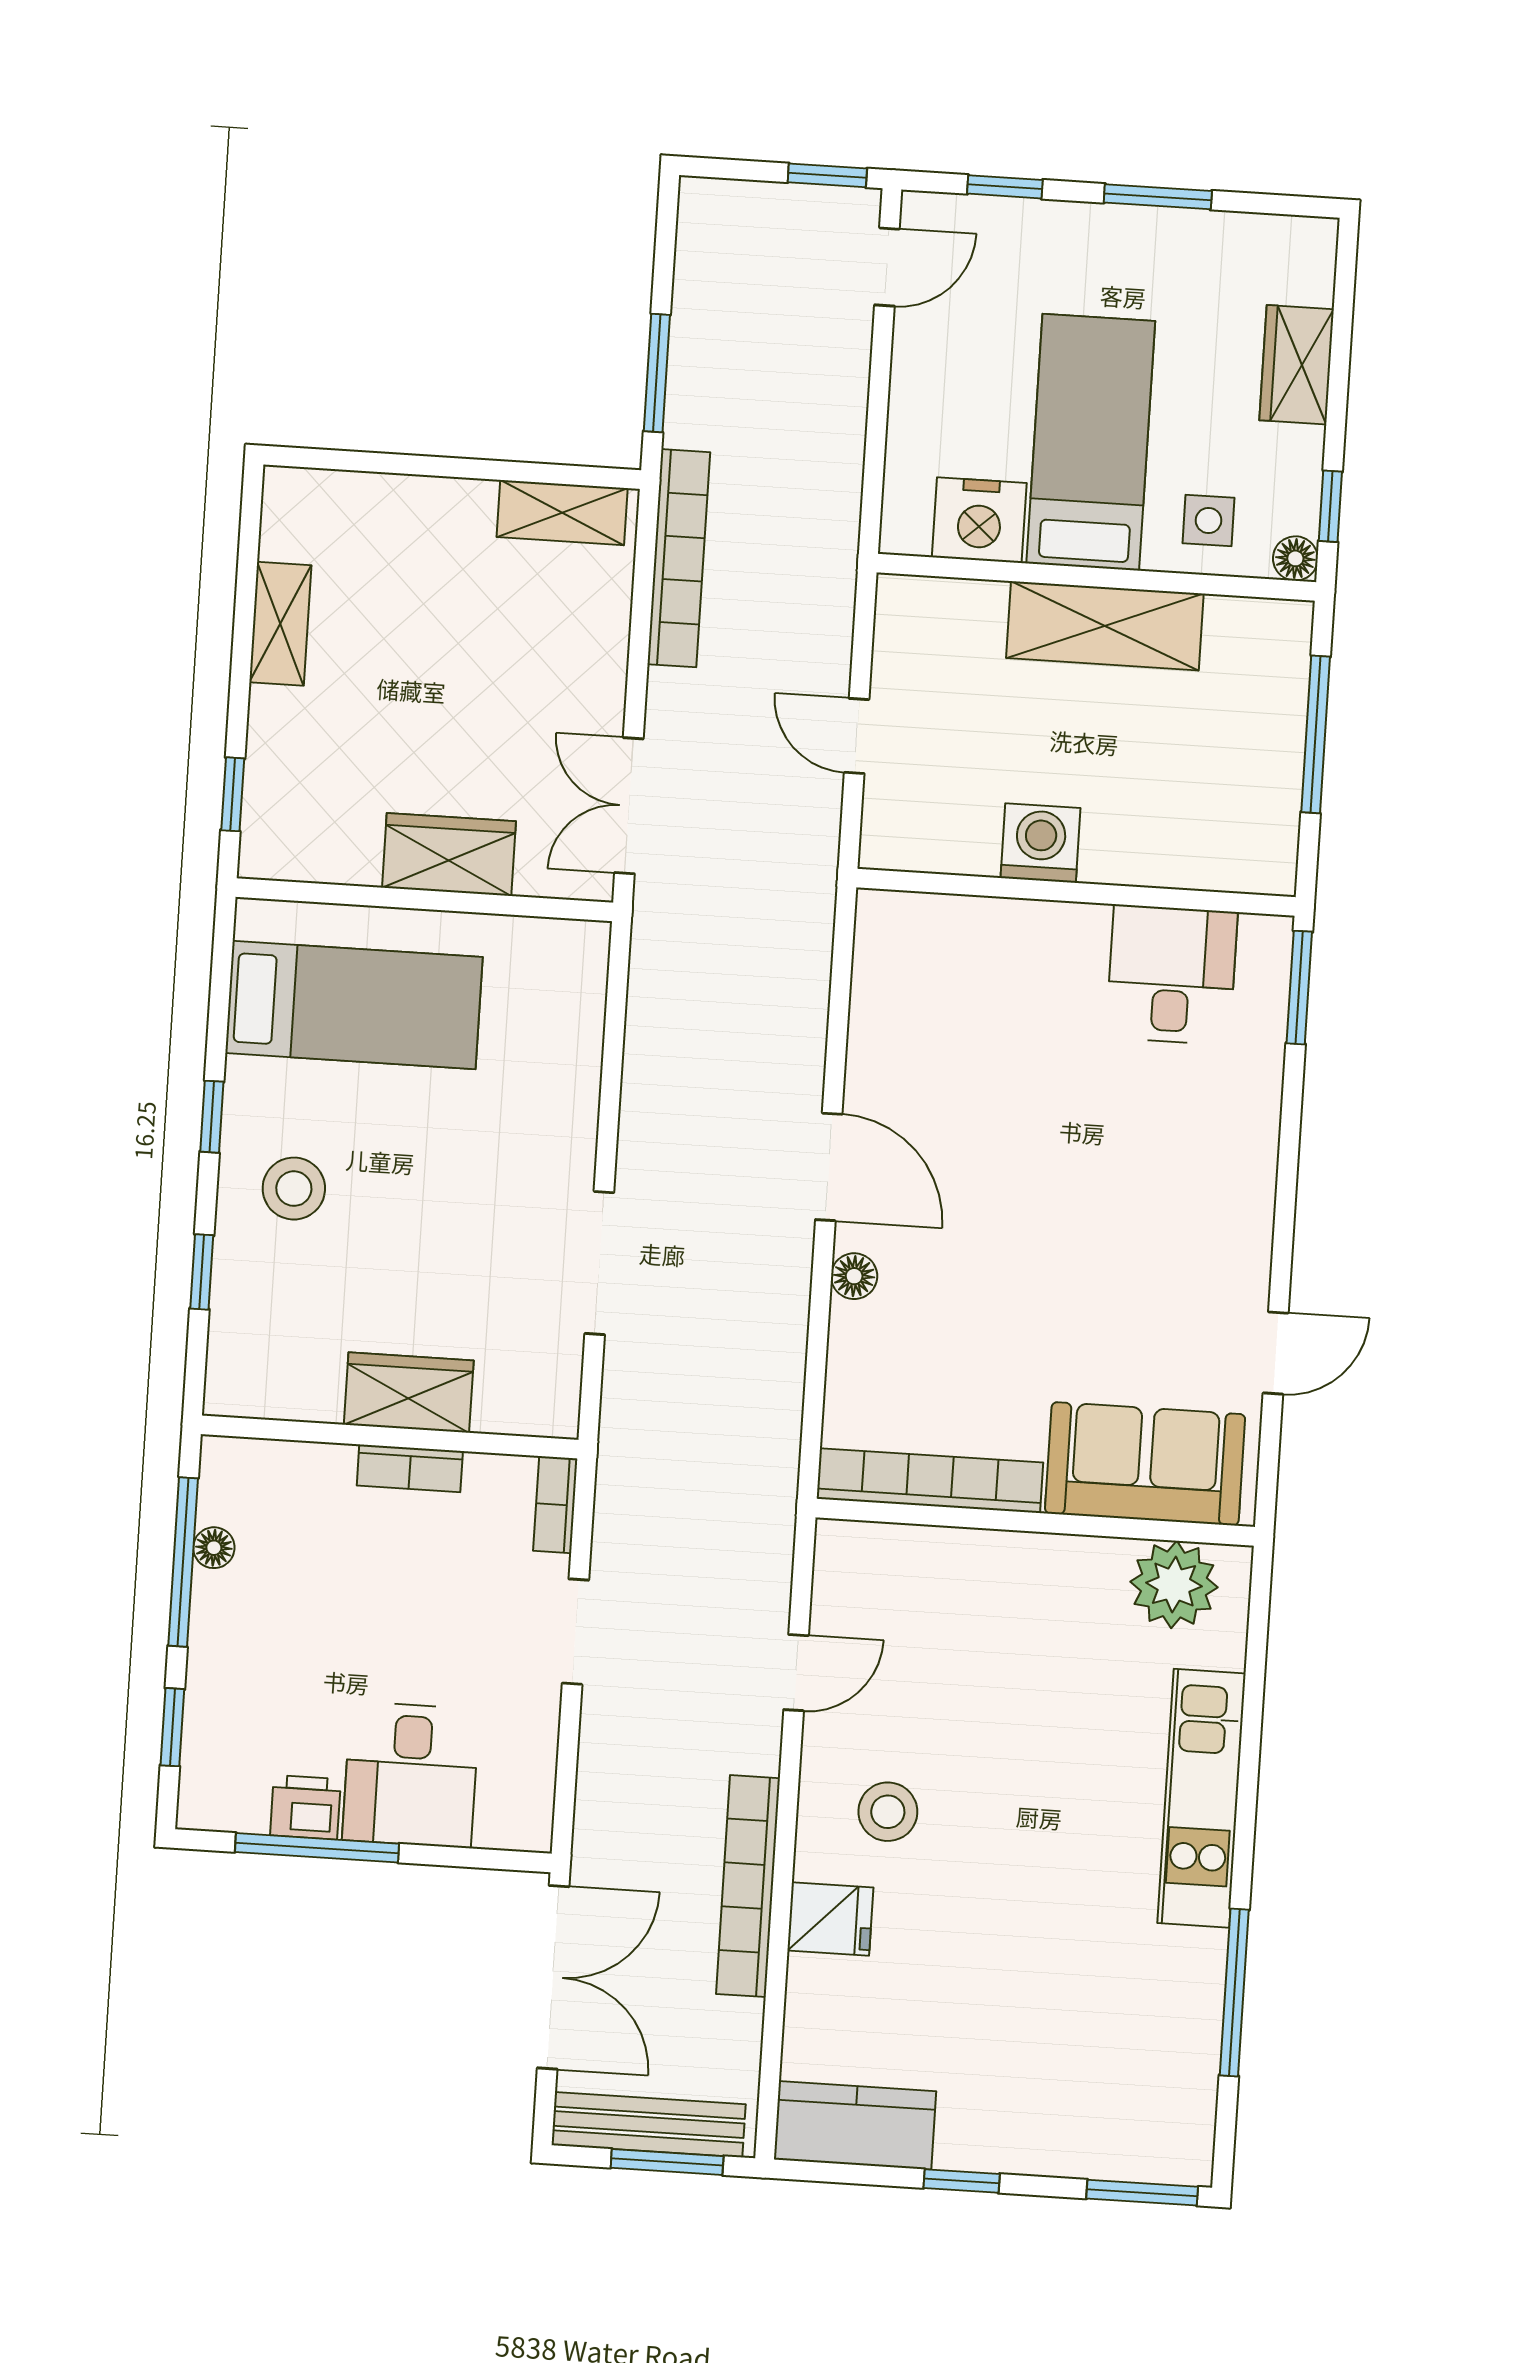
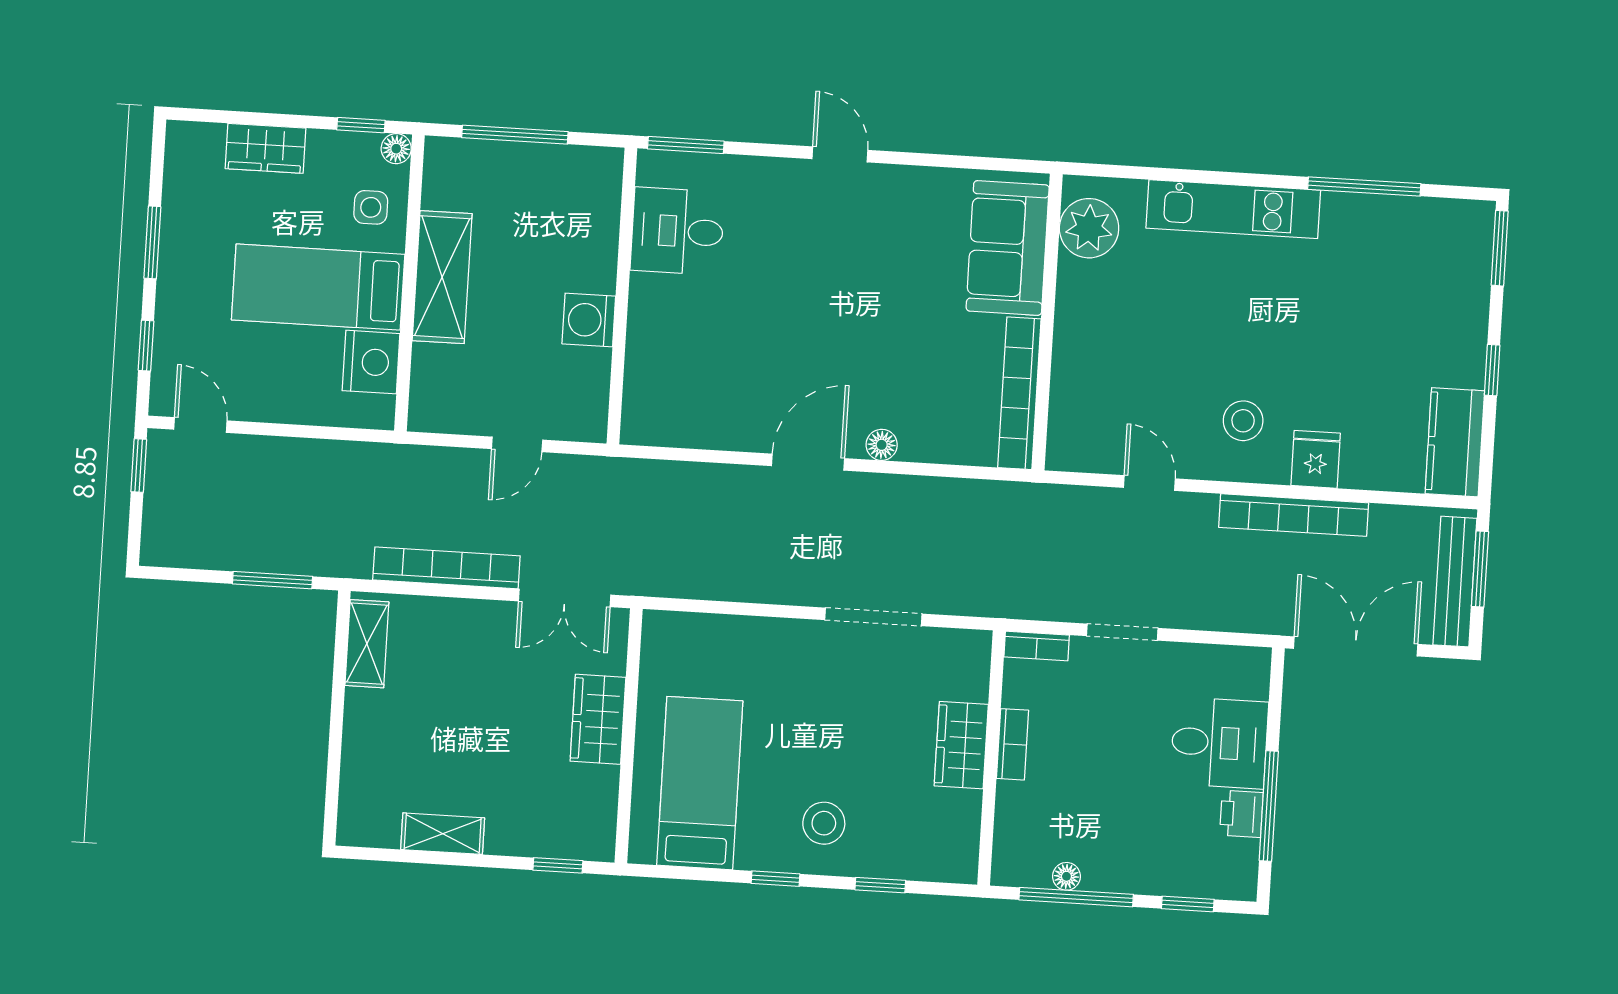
bookcase: (679, 558) -> (446, 568), moved
door: (1276, 1353) -> (840, 154), moved

